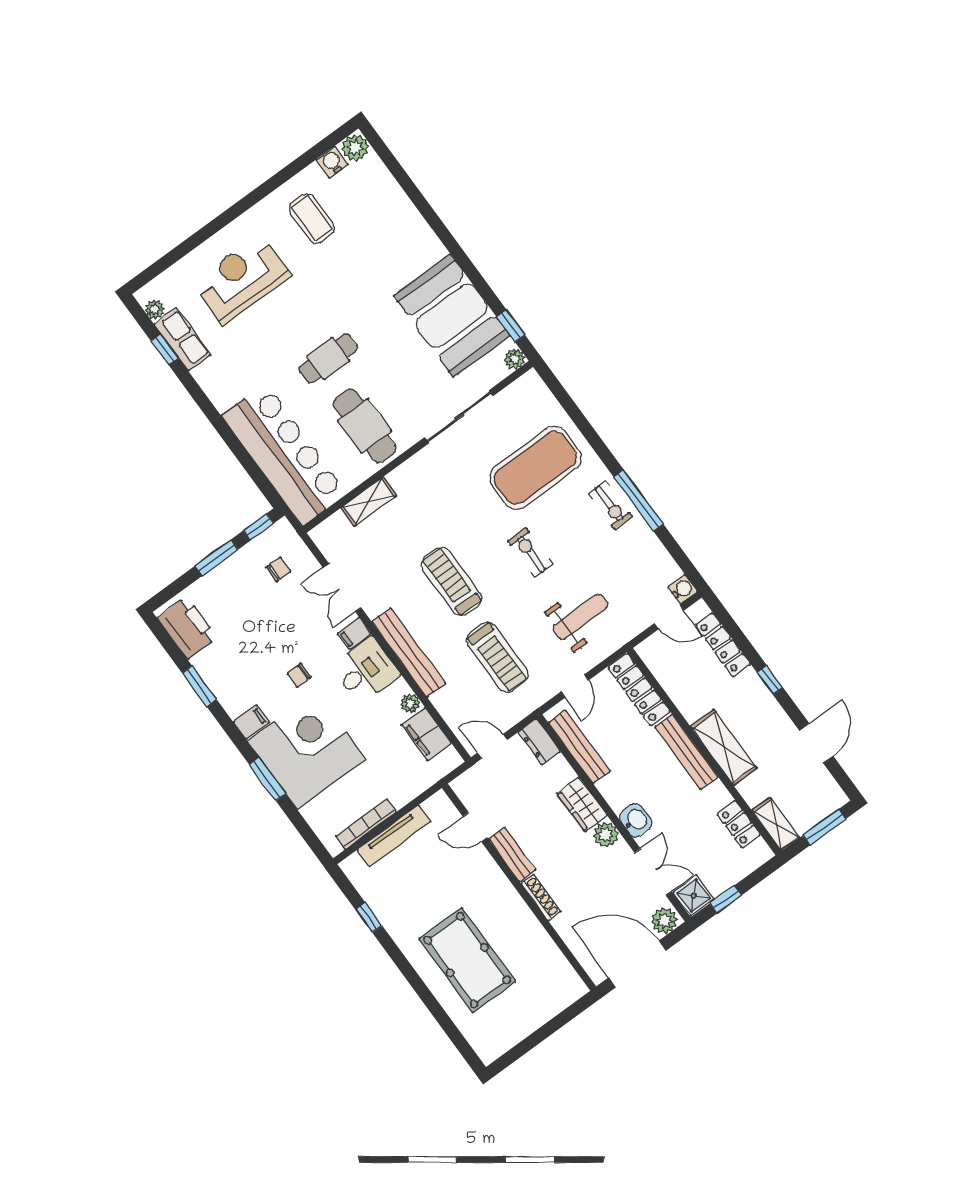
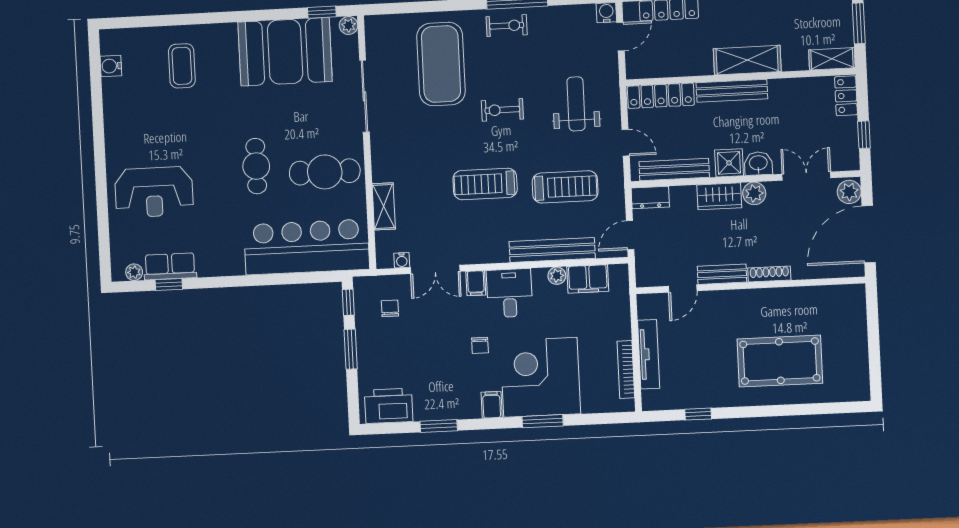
plant: (355, 148) -> (112, 42), removed
coffee table: (312, 218) -> (182, 66), moved, turned 90
reception desk: (241, 279) -> (154, 192), turned -90
water cooler: (330, 551) -> (402, 260), added
bench: (409, 653) -> (552, 250), moved
locker: (739, 824) -> (846, 96), moved, turned 90
shower: (694, 896) -> (729, 163), moved

